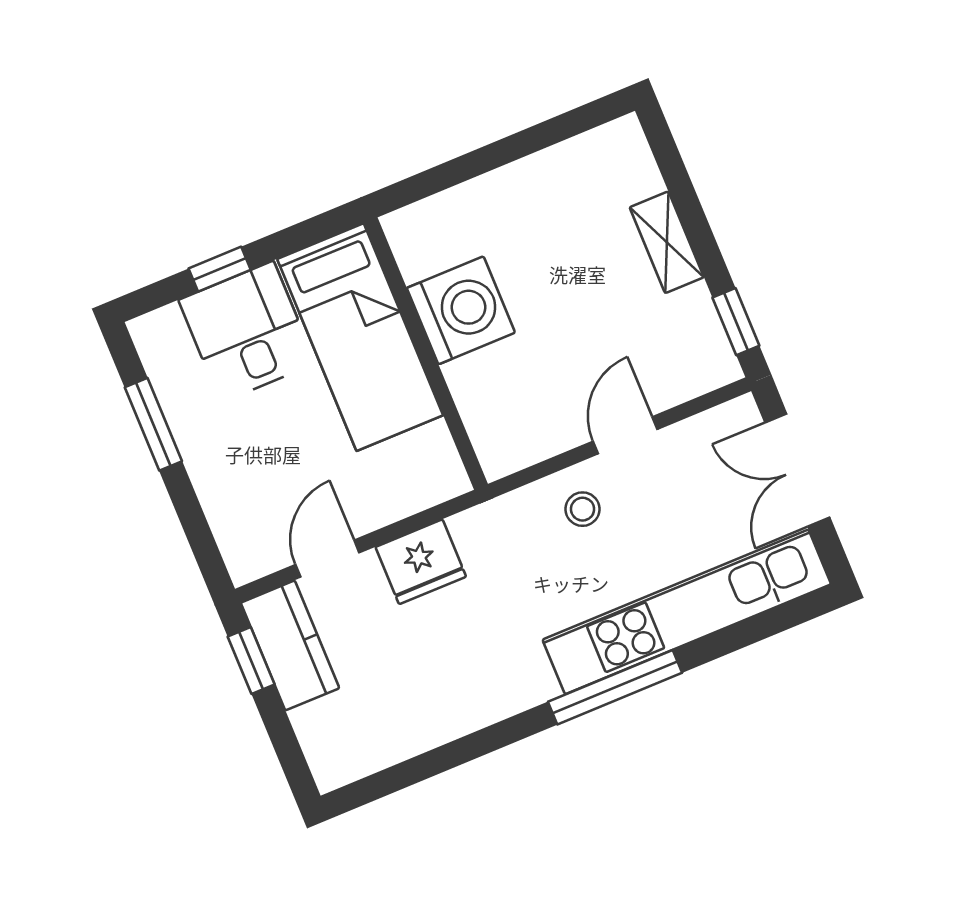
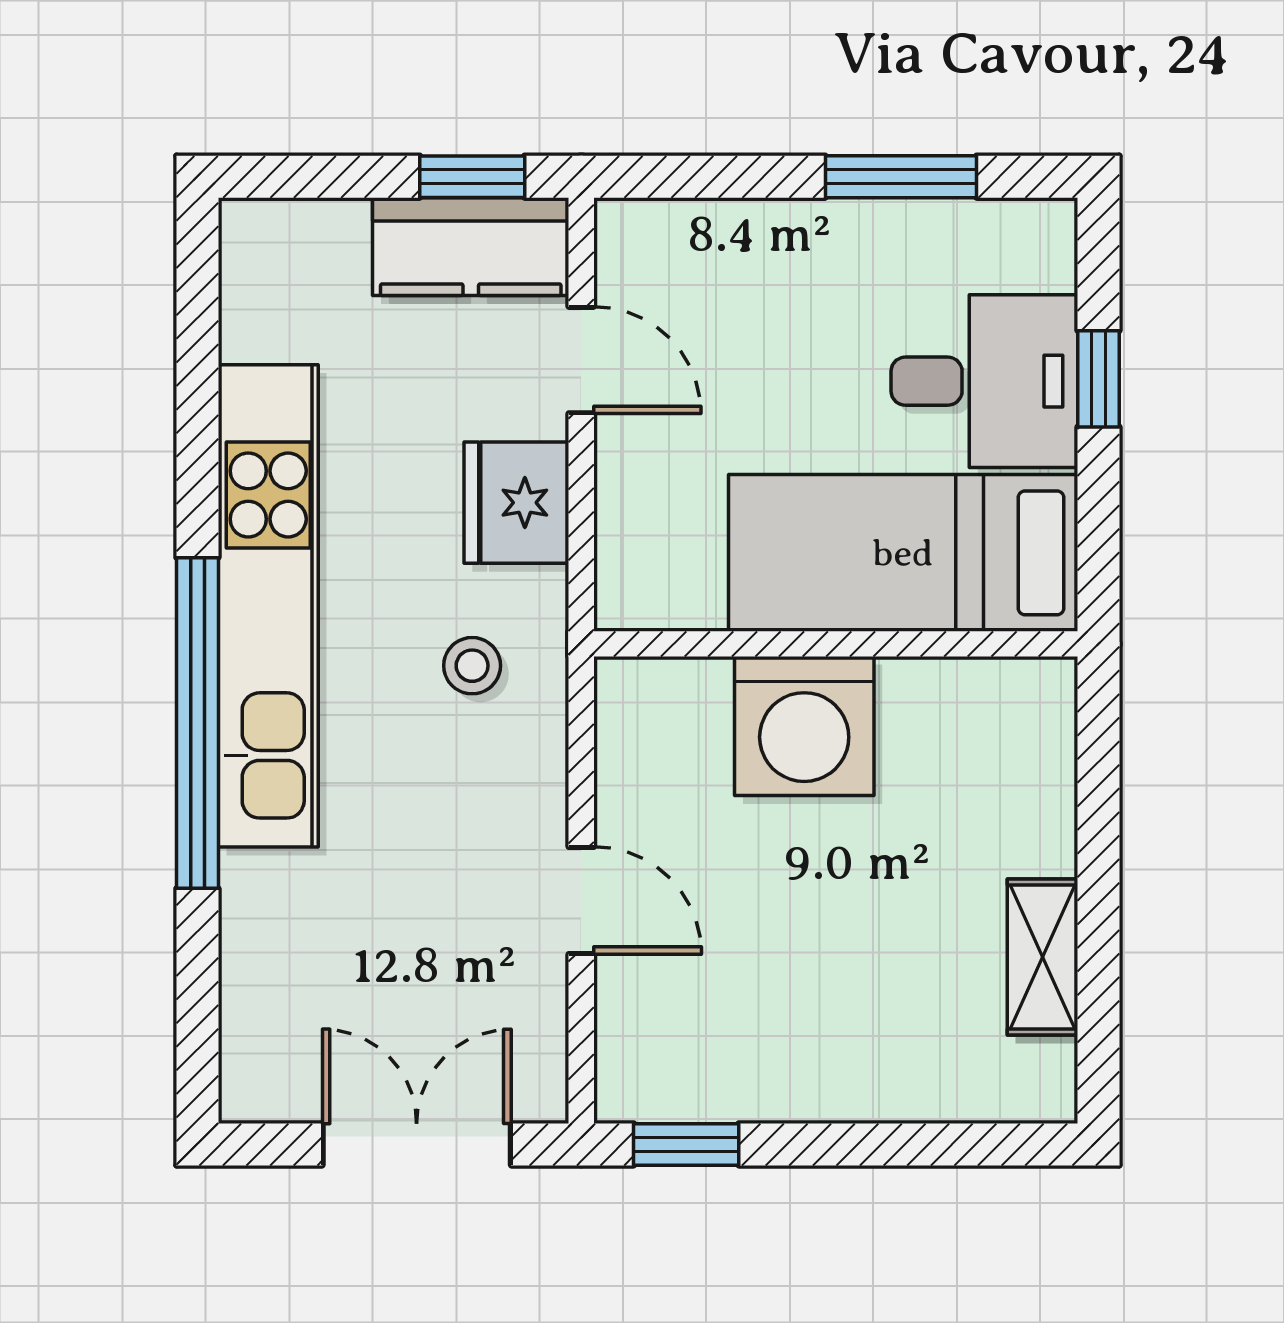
shelving: (667, 242) -> (1043, 957), moved, turned 90
washing machine: (461, 310) -> (804, 726), moved
stool: (583, 509) -> (472, 666), moved
kitchen unit: (687, 612) -> (268, 606), moved
window: (615, 687) -> (197, 723), width x1.46

